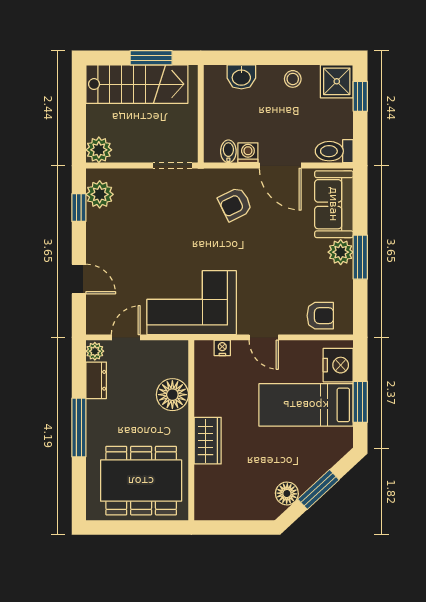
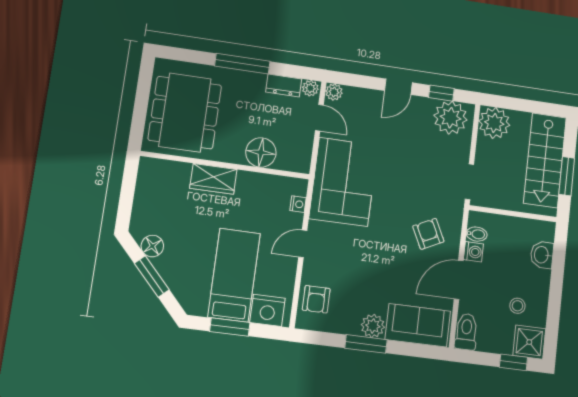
stool: (293, 79) -> (517, 306), moved
plant: (99, 150) -> (494, 123), width x1.36, depth x1.36
plant: (100, 194) -> (450, 118), width x1.36, depth x1.36
door: (79, 279) -> (398, 87), moved
plant: (95, 325) -> (334, 92), added

